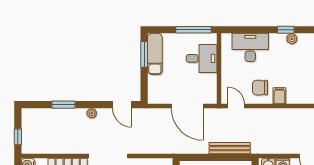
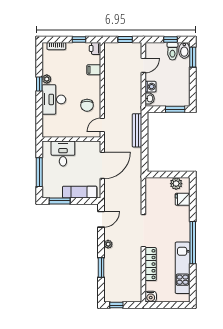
window: (194, 30) -> (39, 172), moved
desk: (250, 47) -> (54, 99), moved
exam couch: (155, 54) -> (80, 192), moved
filing cabinet: (279, 96) -> (94, 70), moved
window: (18, 137) -> (116, 305), moved

